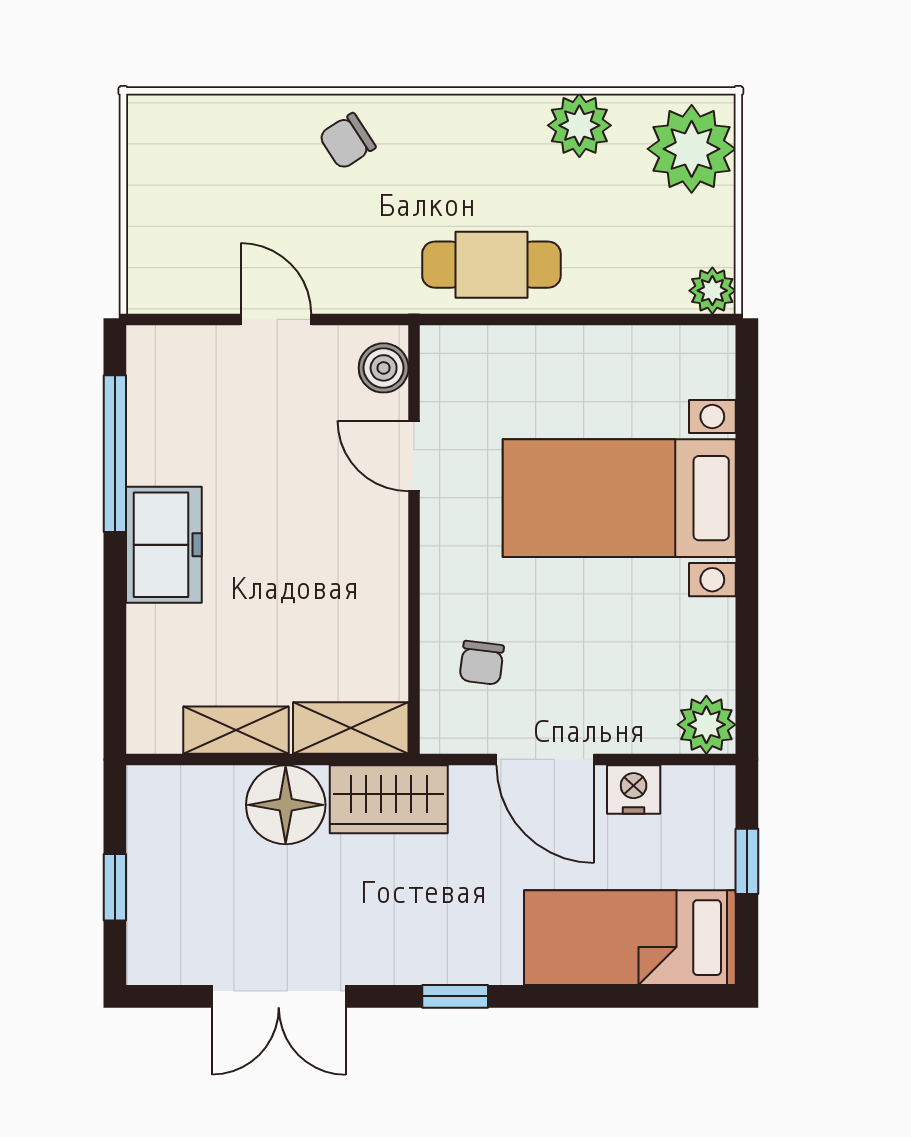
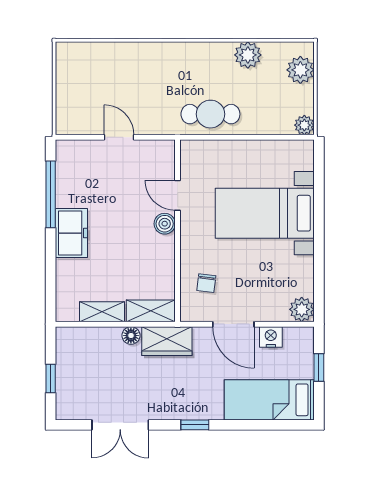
chair: (347, 141) -> (149, 62), removed
plant: (692, 149) -> (300, 70), width x0.73, depth x0.73
boiler: (384, 368) -> (165, 224), moved
floor lamp: (286, 805) -> (131, 336), width x0.53, depth x0.53

